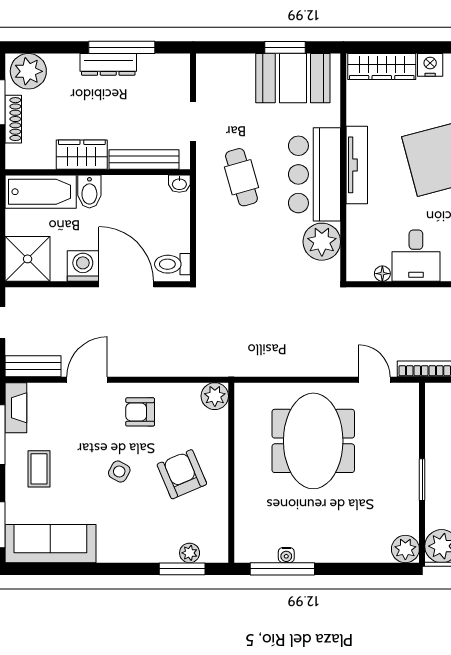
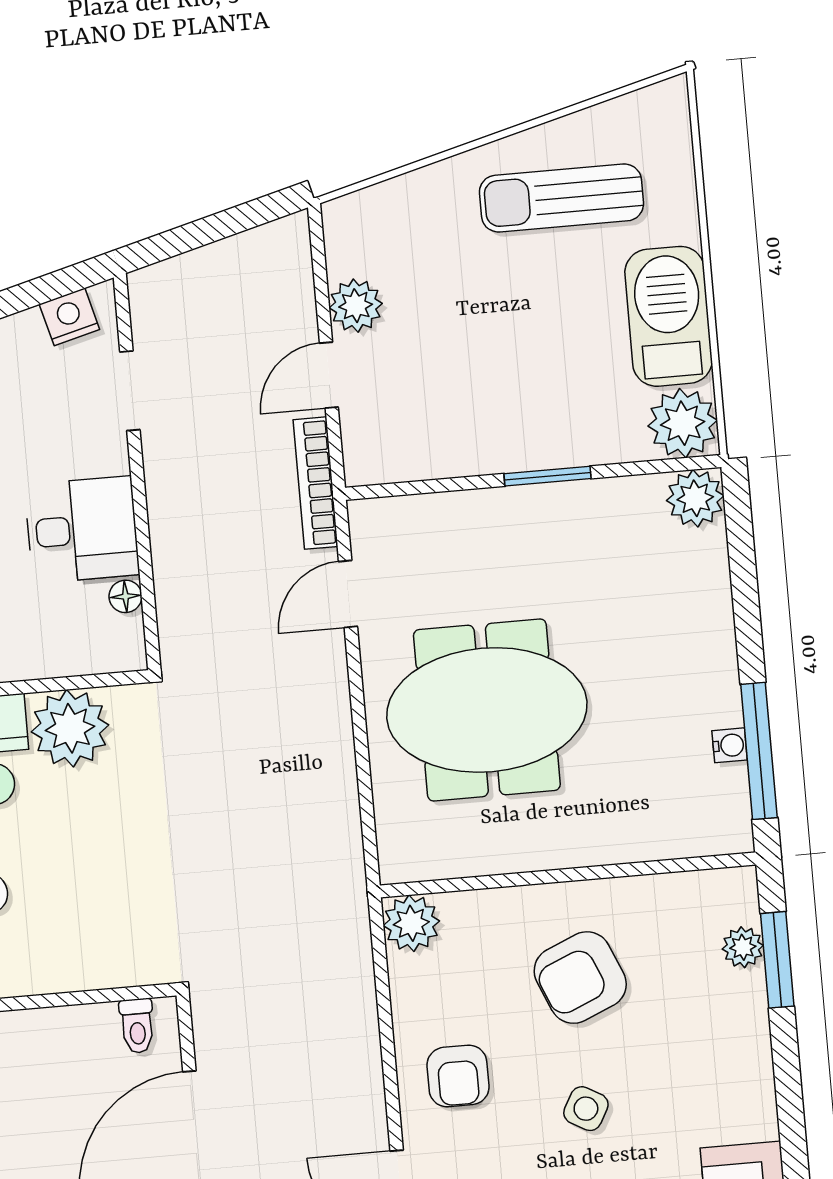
toilet: (172, 264) -> (137, 1026), width x0.73, depth x0.72

